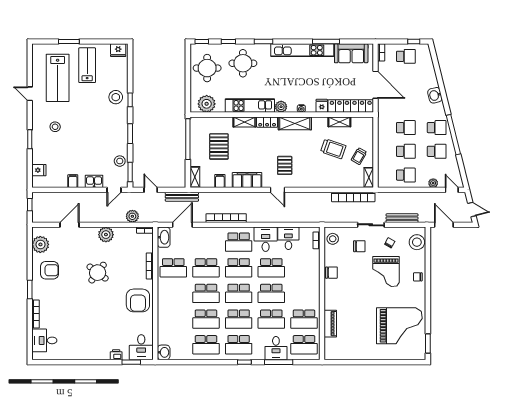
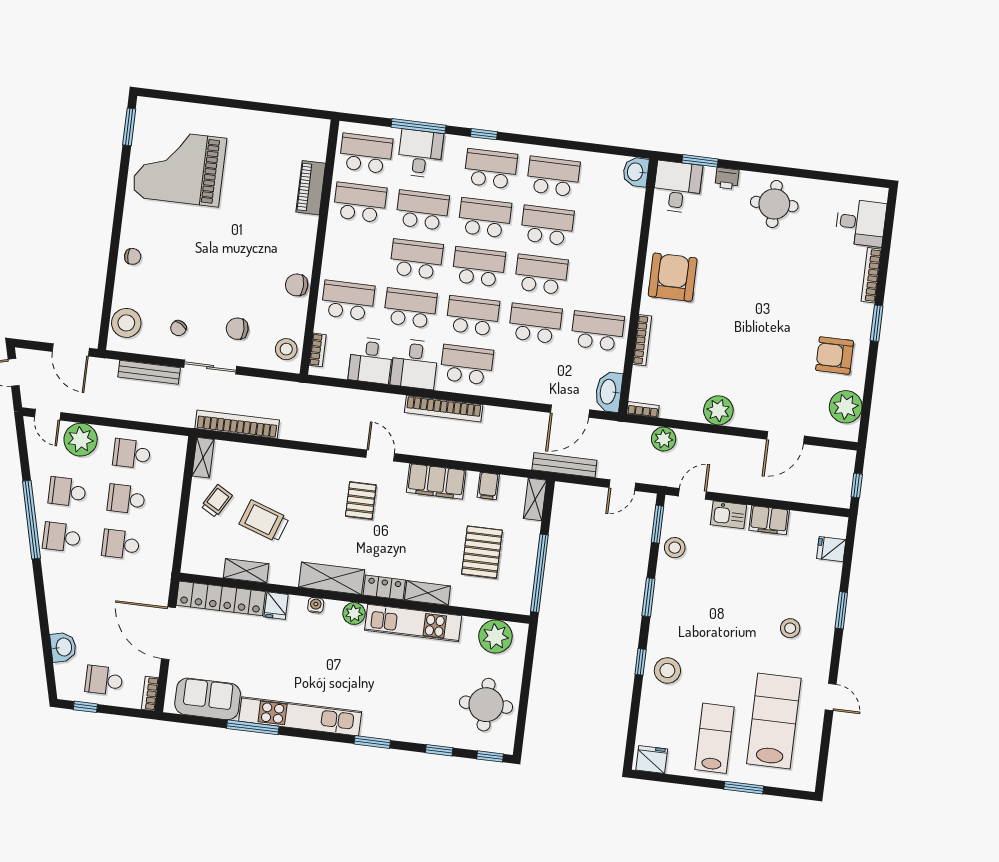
round table: (243, 63) -> (417, 705), removed
lab bench: (87, 65) -> (714, 738), turned 180
washbasin: (435, 95) -> (63, 647), moved
filing cabinet: (73, 181) -> (769, 520), width x2.00
plant: (433, 183) -> (81, 440), width x1.88, depth x1.88
door: (151, 190) -> (622, 485), hinge flipped
bookcase: (226, 218) -> (444, 409), moved
school desk: (304, 268) -> (348, 300), added
grand piano: (386, 272) -> (192, 274), removed
round table: (98, 273) -> (774, 204), moved, turned -37

